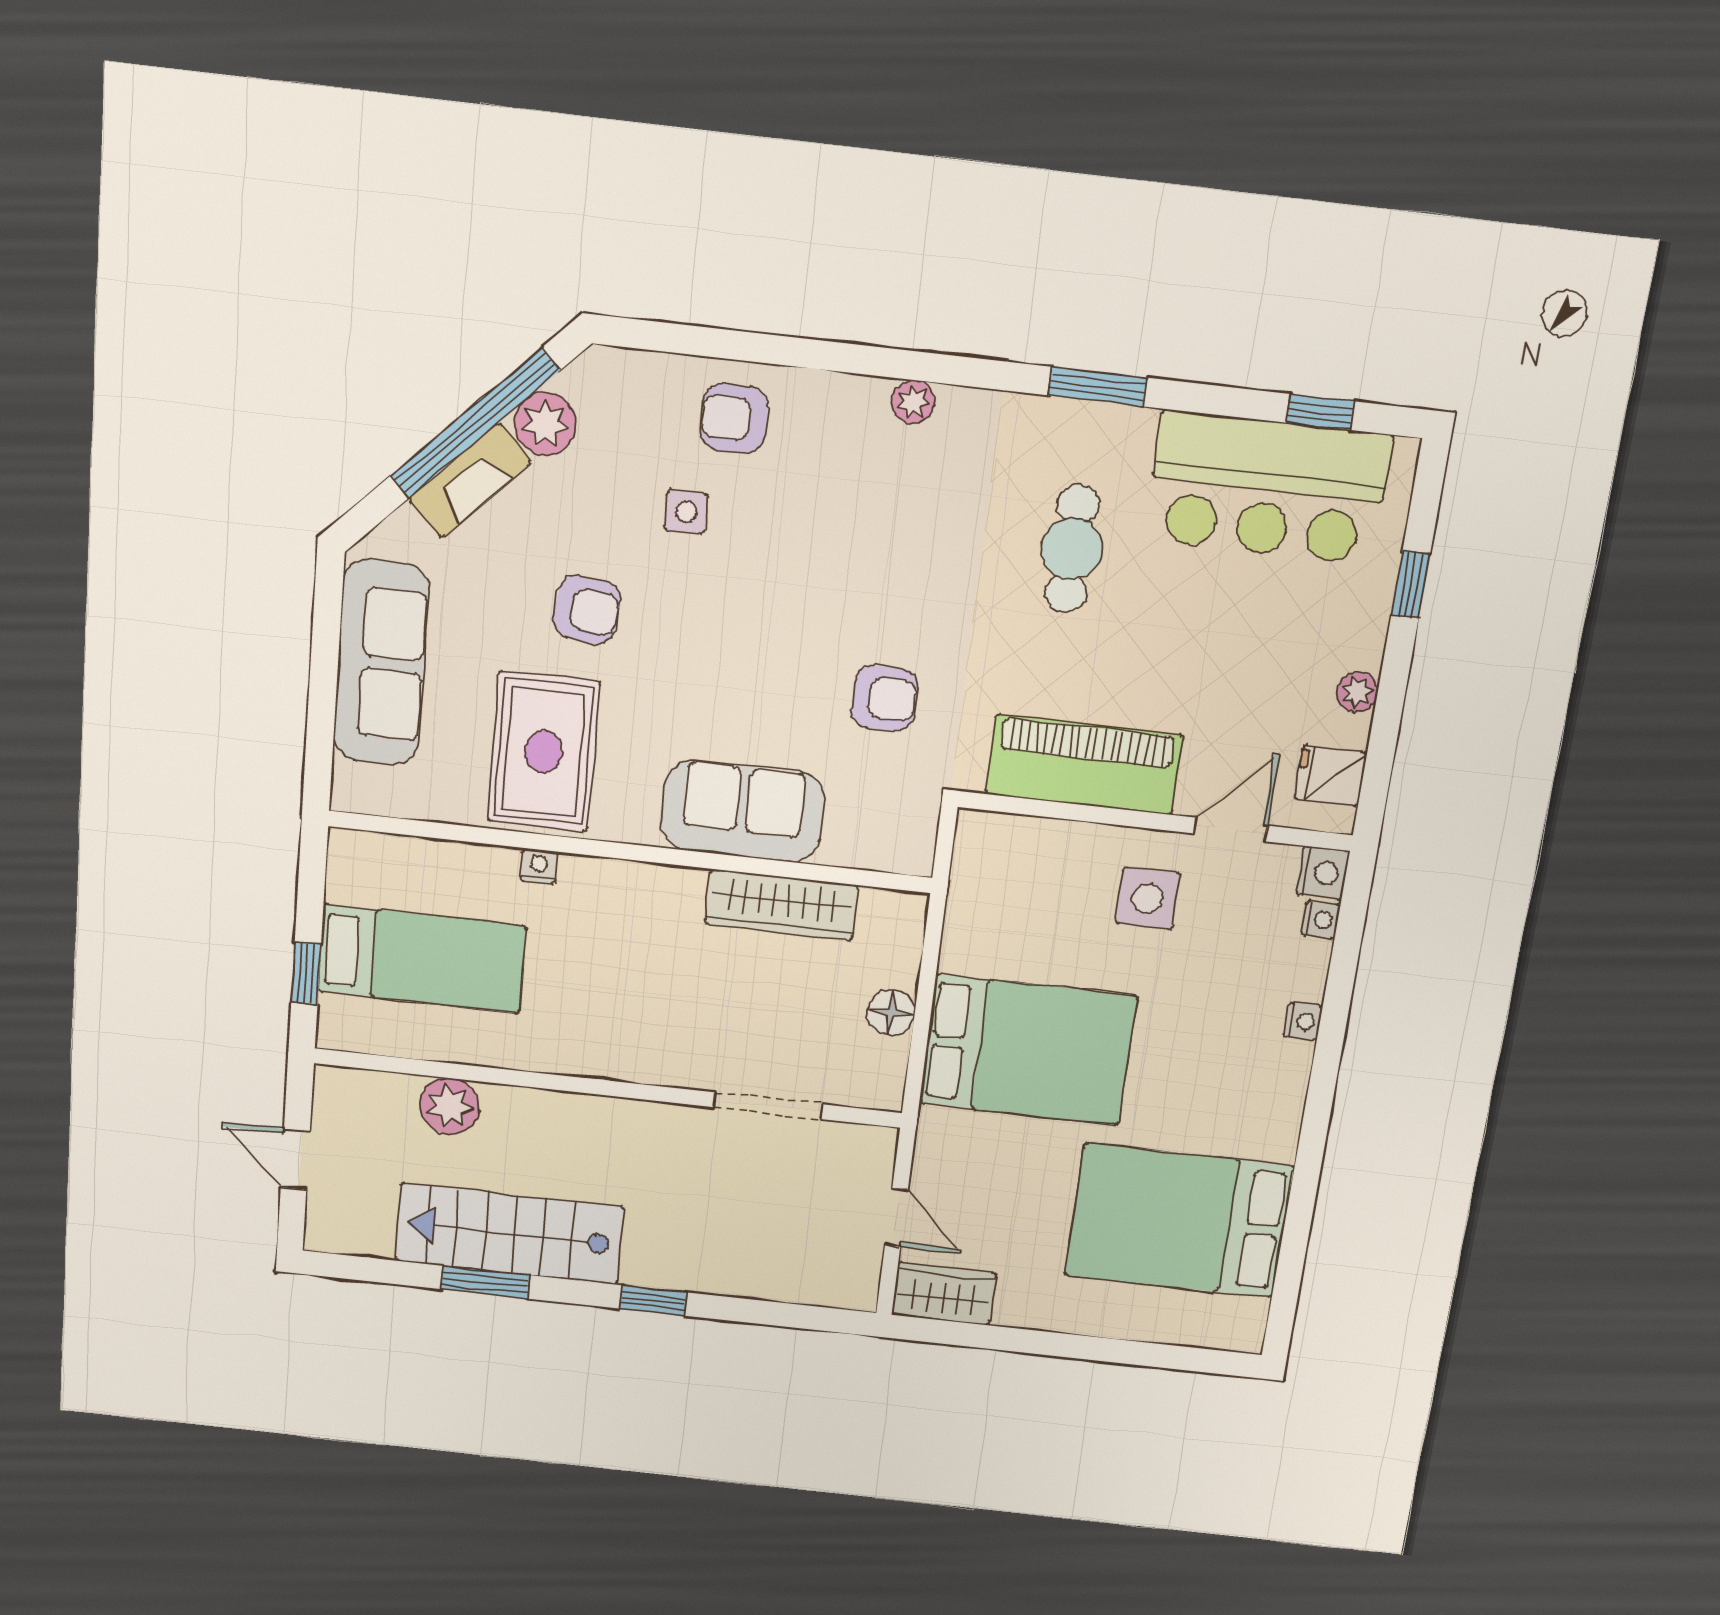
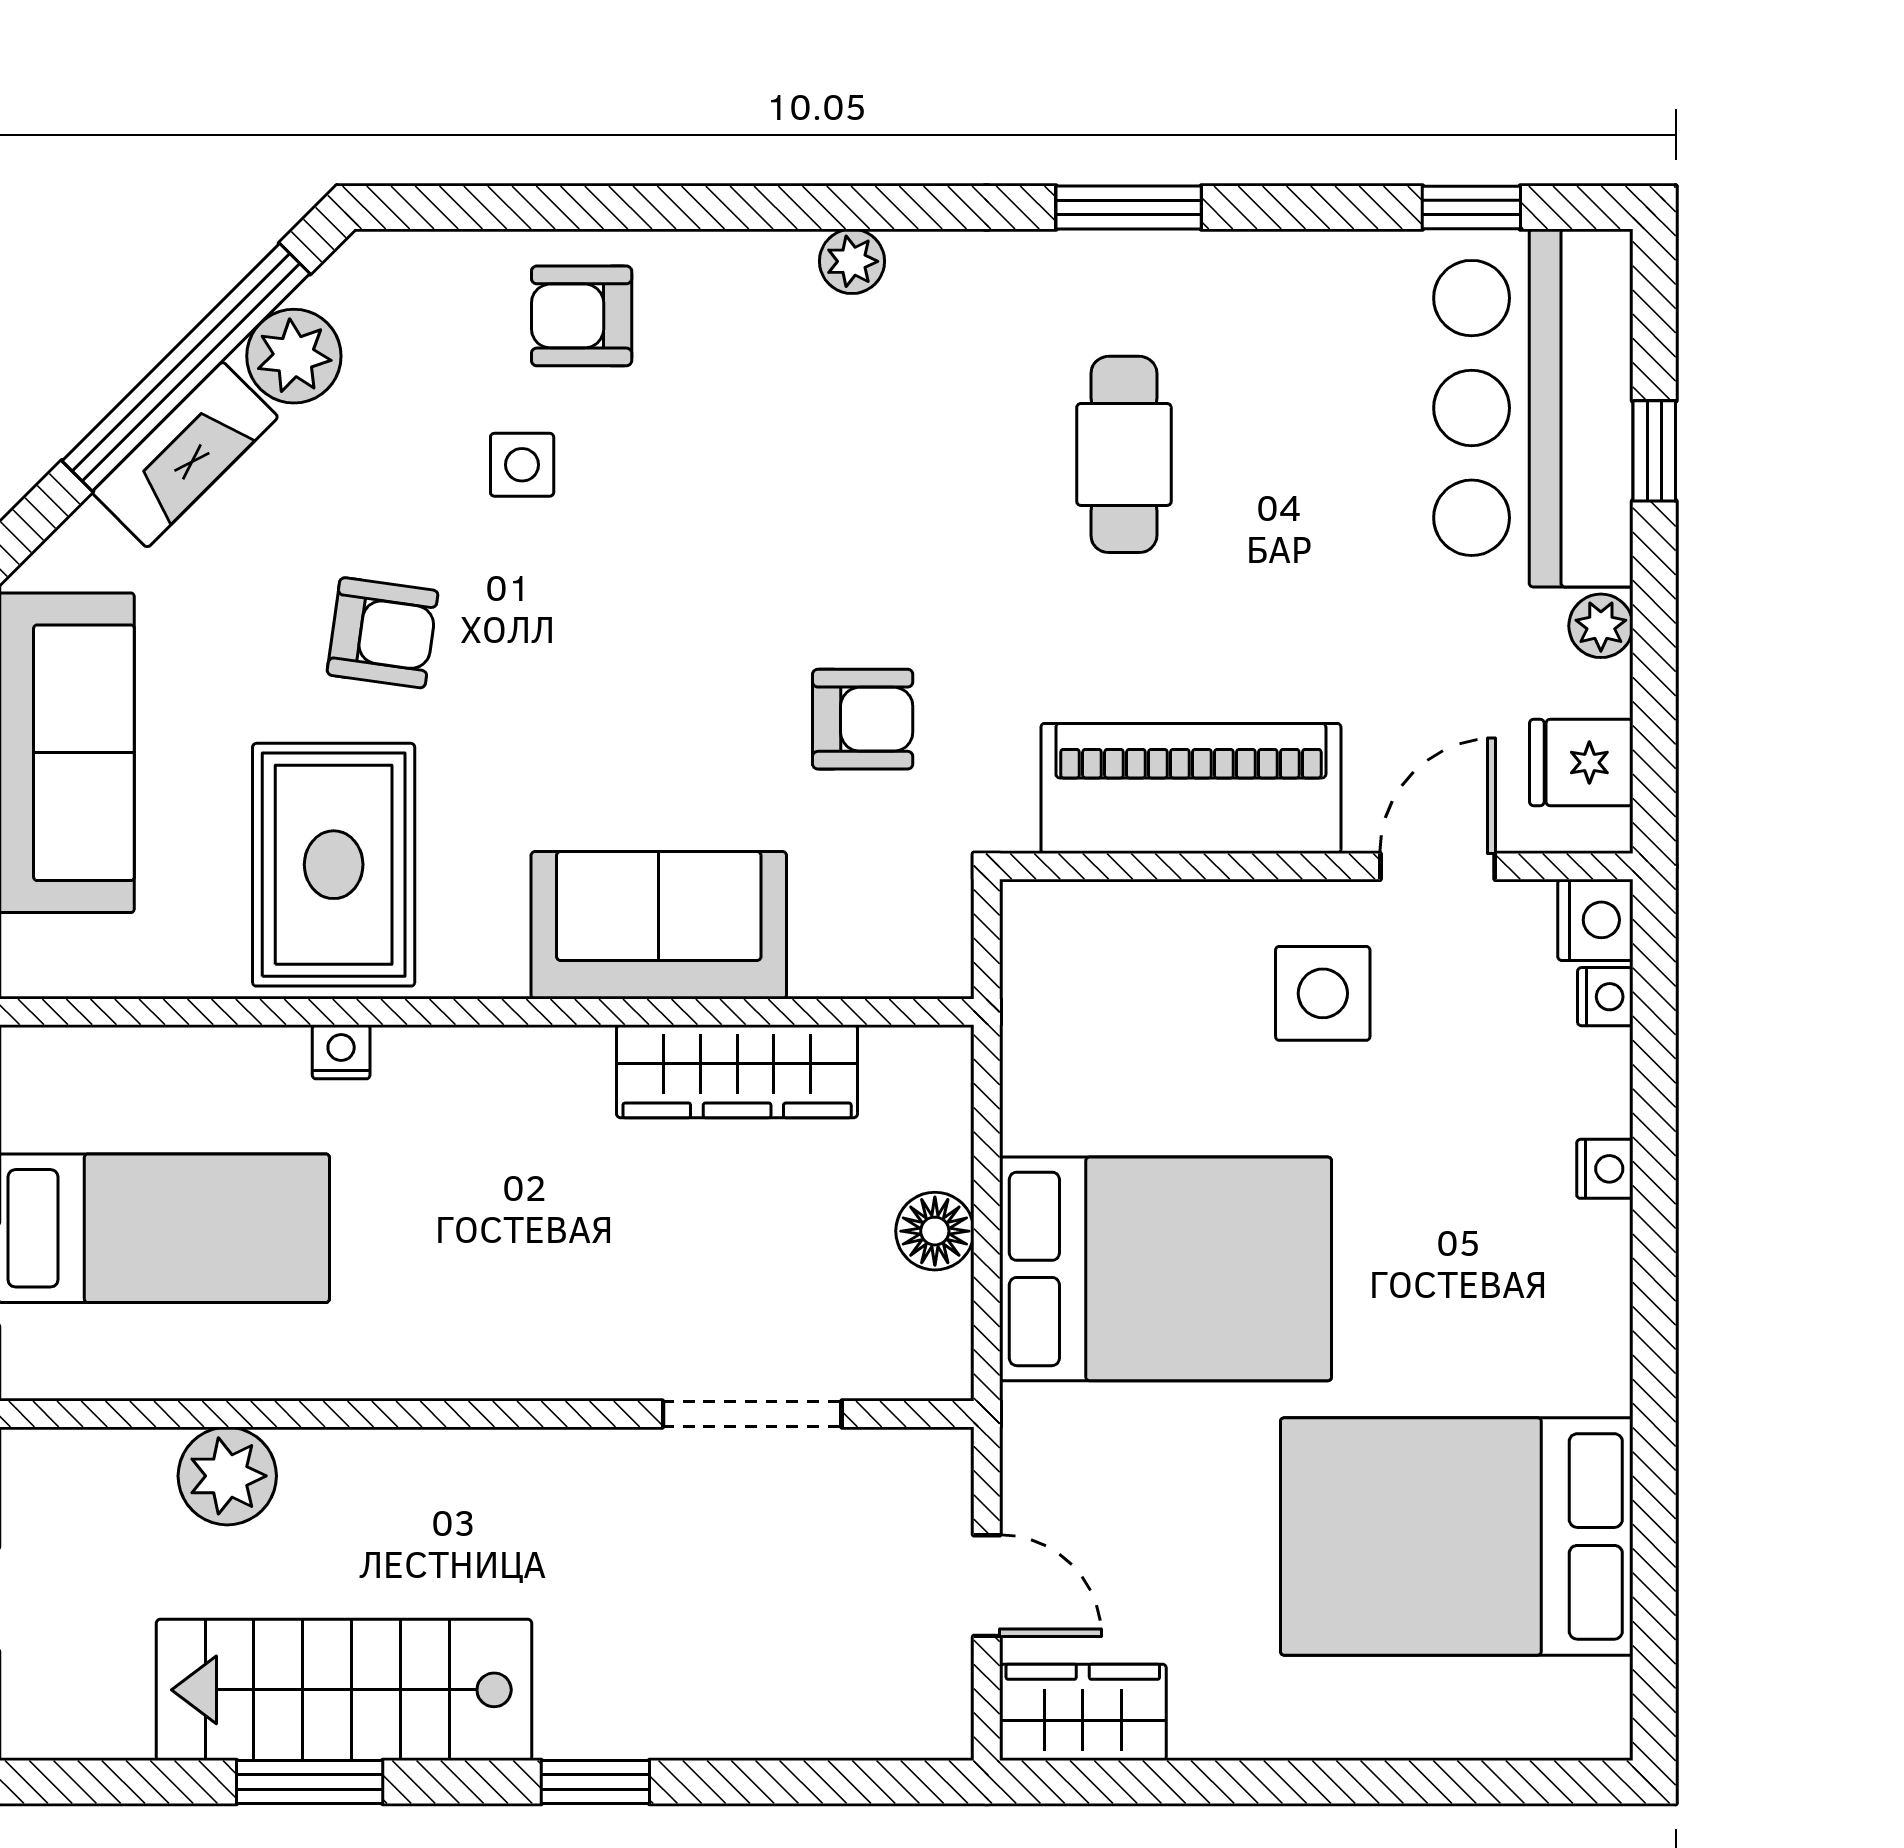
bar counter: (1268, 488) -> (1533, 408), moved, turned 90

